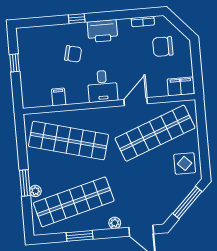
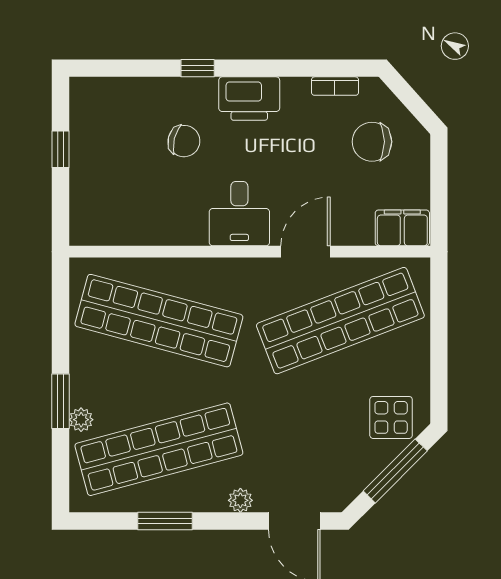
filing cabinet: (59, 97) -> (146, 228), removed
display table: (185, 163) -> (391, 417), moved

